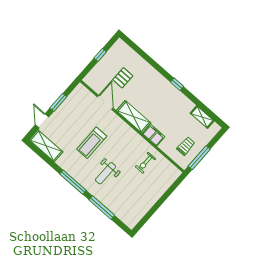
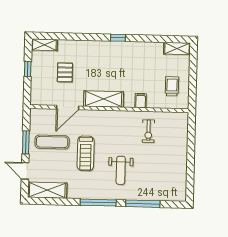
shelving: (124, 48) -> (44, 45), added
door: (105, 103) -> (68, 108), swing flipped
exercise mat: (76, 117) -> (52, 142), added
shelving: (202, 117) -> (177, 48), moved
filing cabinet: (154, 135) -> (141, 101), width x0.50
window: (199, 158) -> (193, 87), removed

